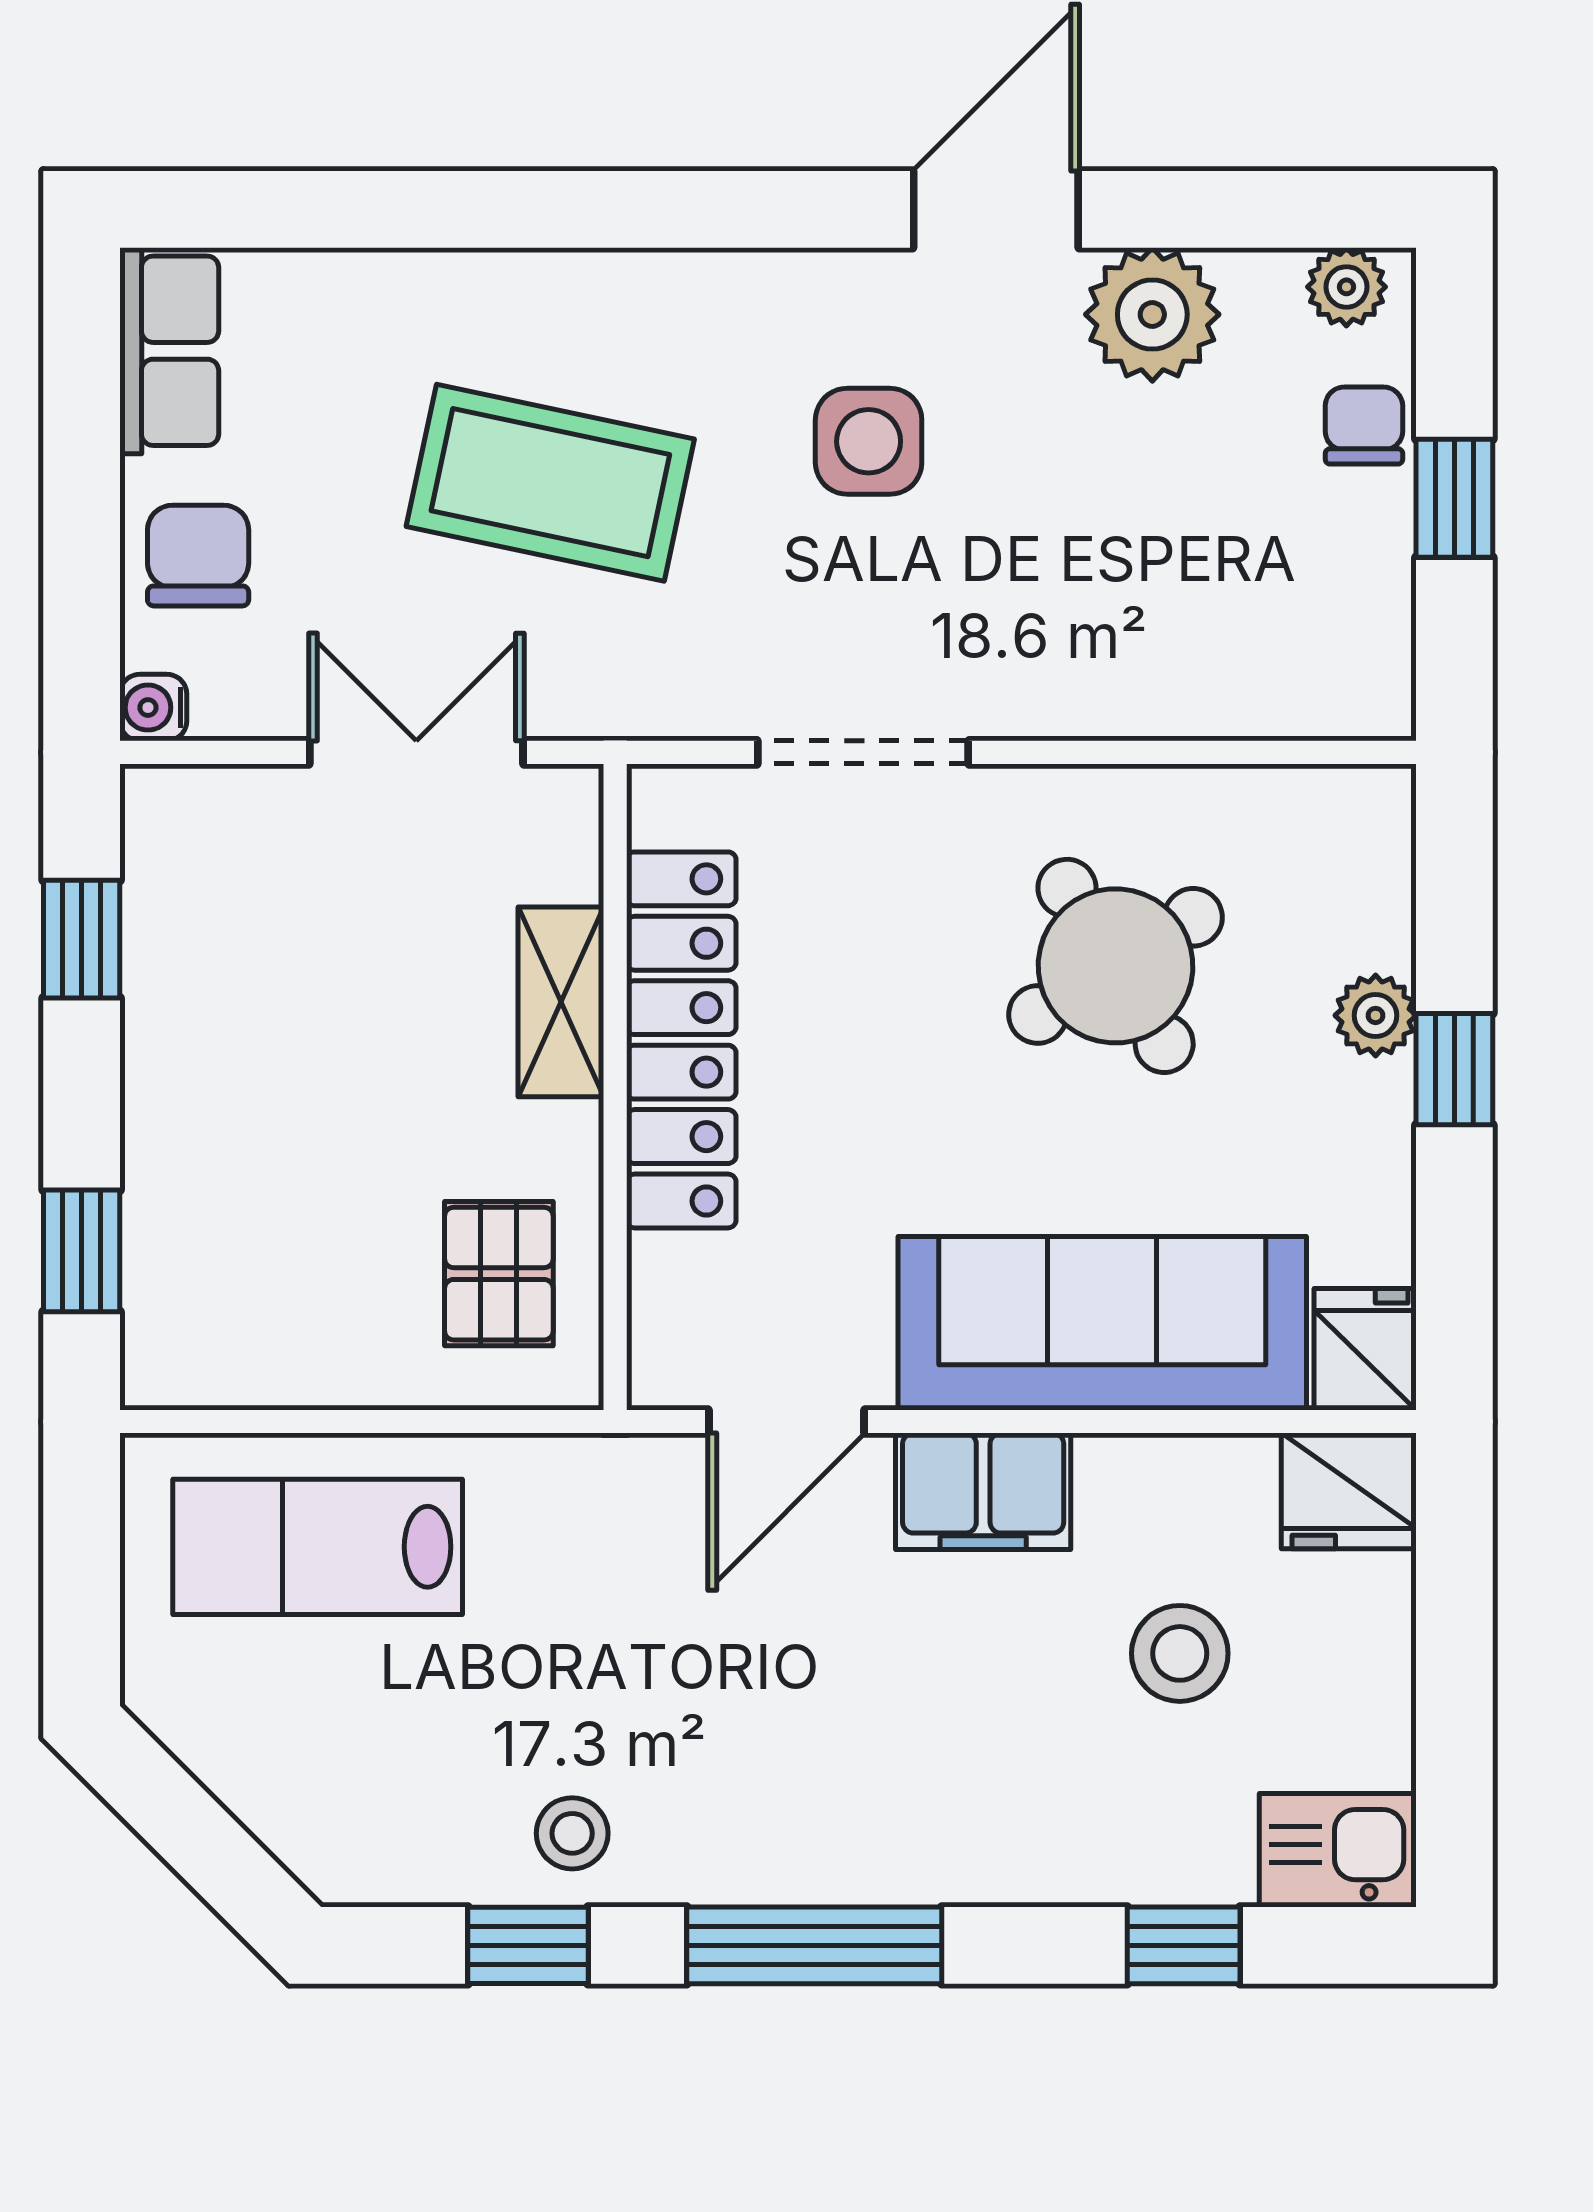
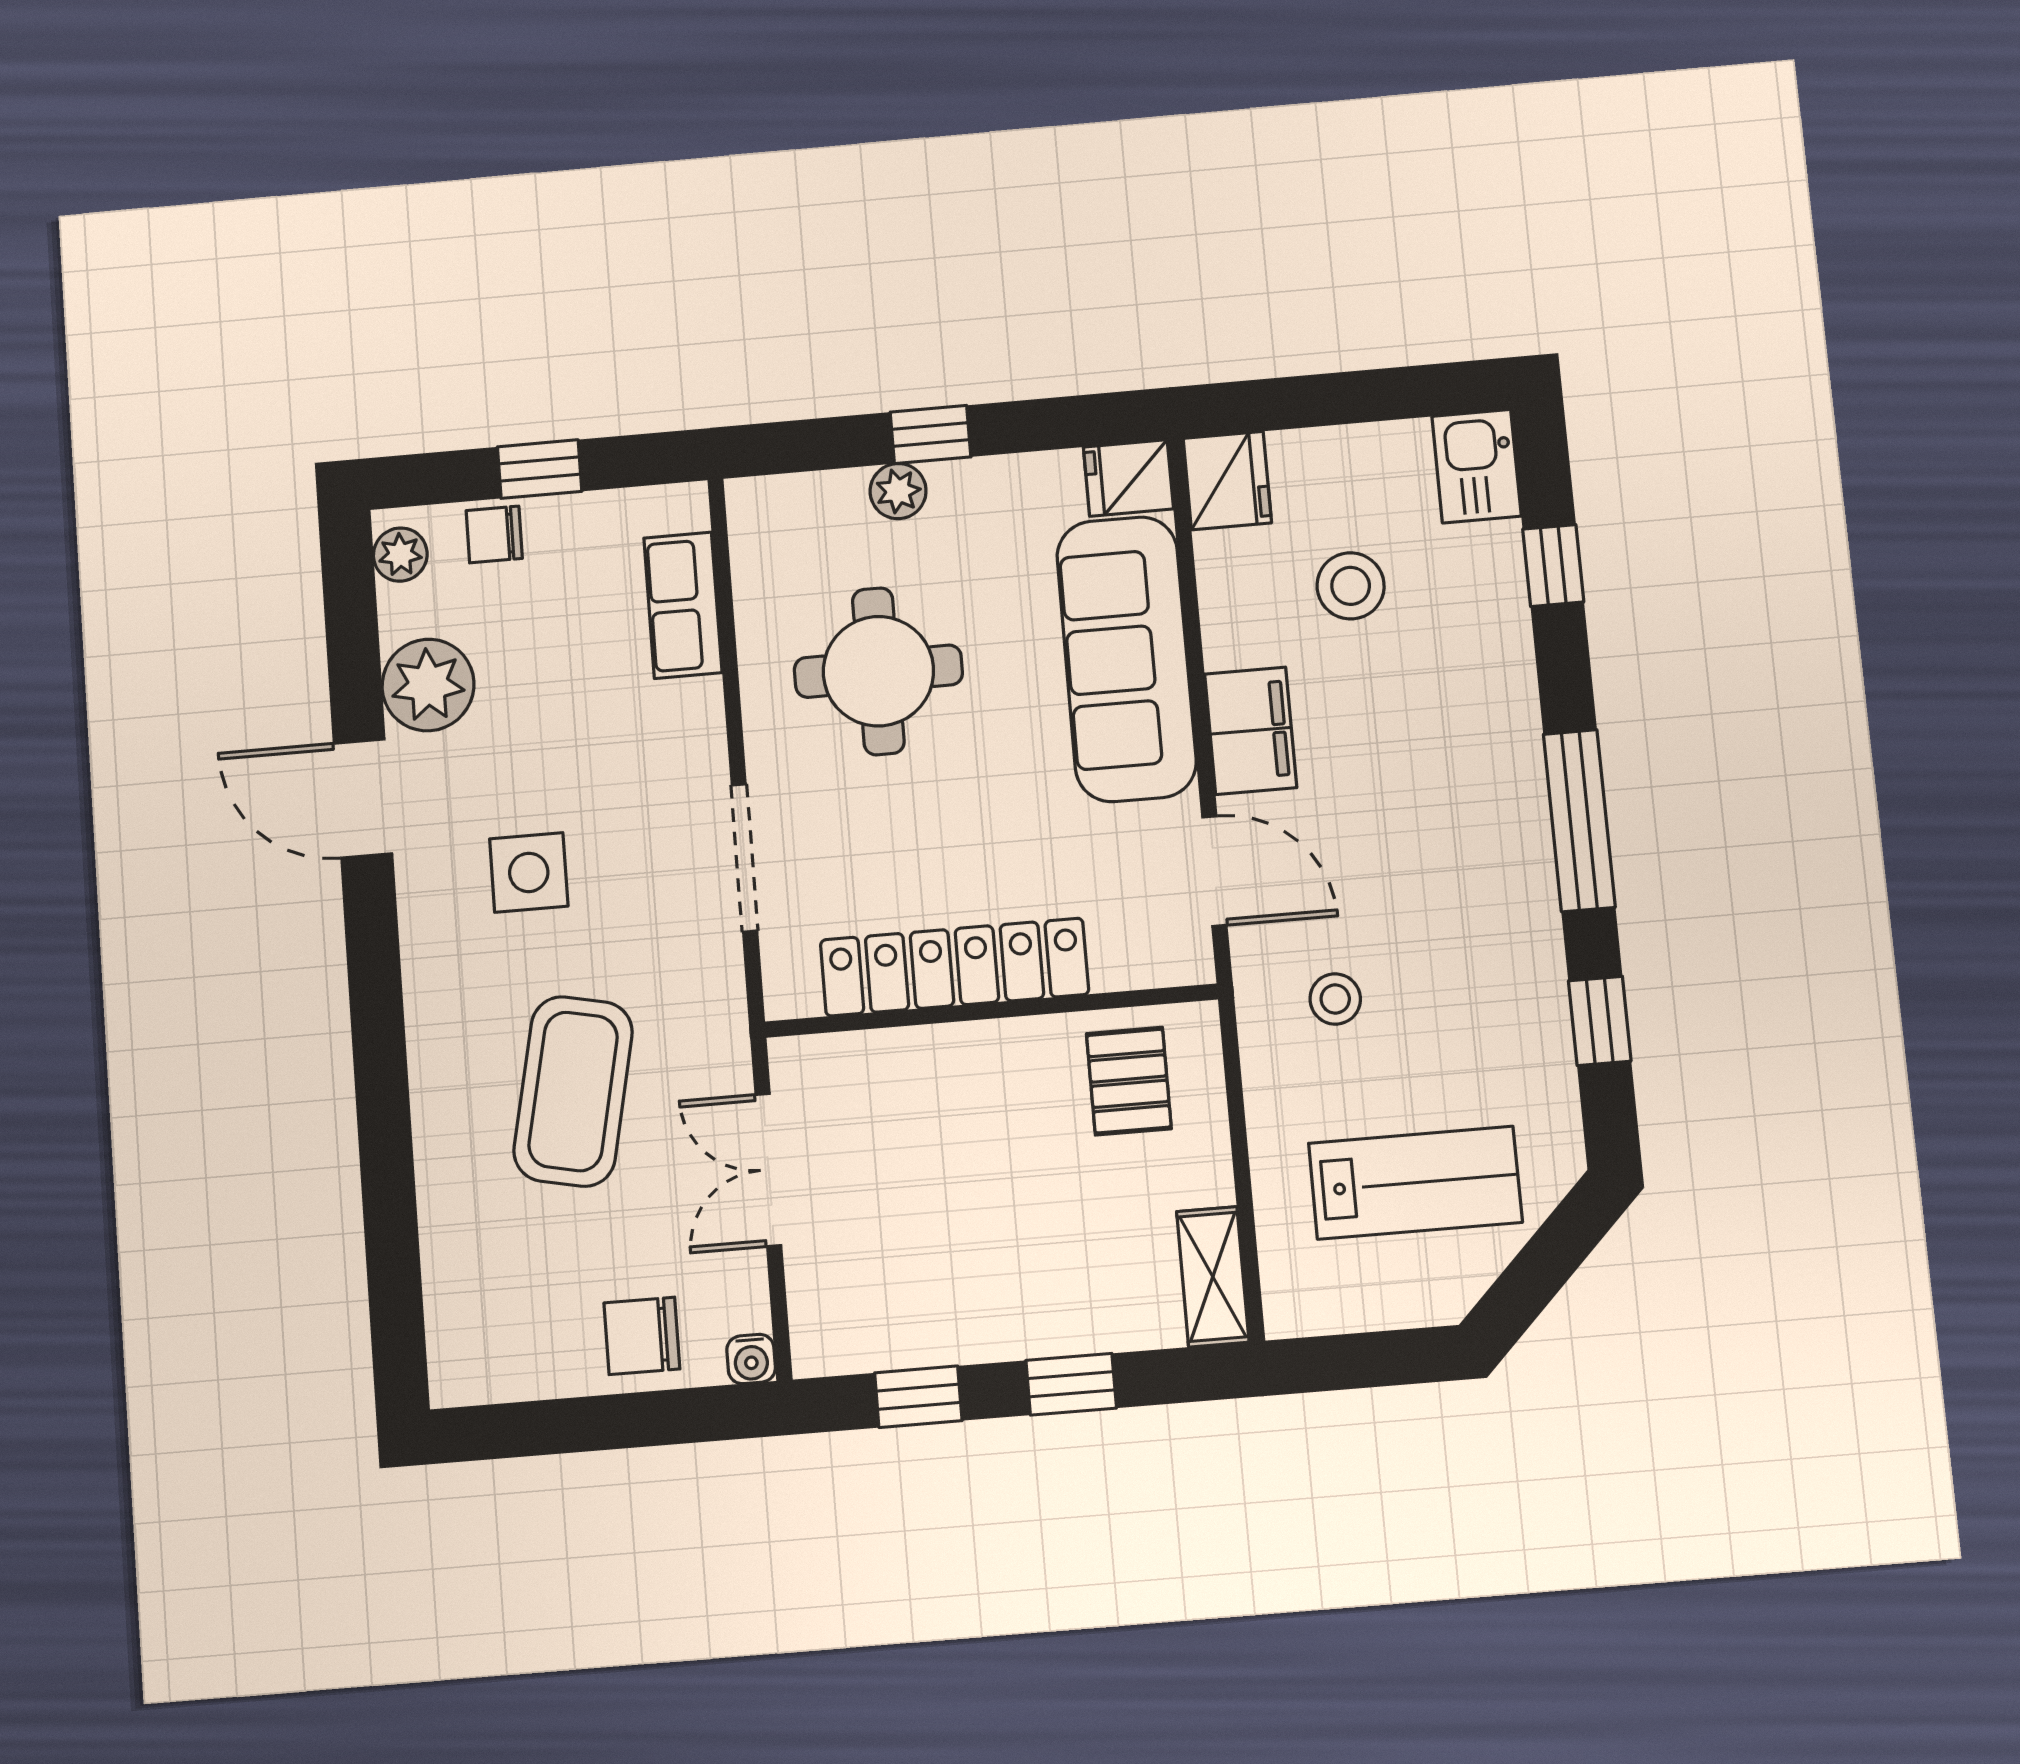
row of seats: (169, 351) -> (683, 605), moved, turned -90
round table: (1116, 966) -> (878, 671), turned 32
shelving: (561, 1002) -> (1213, 1277), moved, turned 90
window: (82, 1251) -> (1071, 1384), moved
pallet: (499, 1274) -> (1129, 1081), turned 90
lab bench: (318, 1547) -> (1415, 1183), moved, turned -90
stool: (572, 1833) -> (1335, 999), moved

